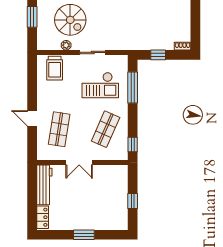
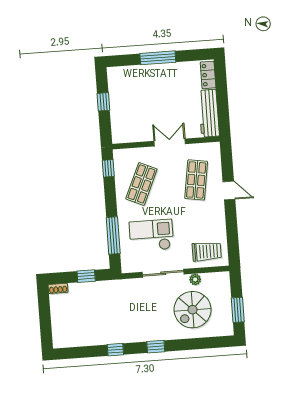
spiral stairs: (70, 20) -> (193, 310), turned -90
sliding door: (93, 52) -> (163, 273), width x1.37
trolley: (55, 68) -> (207, 251), turned 90
window: (84, 235) -> (158, 58), width x1.44

